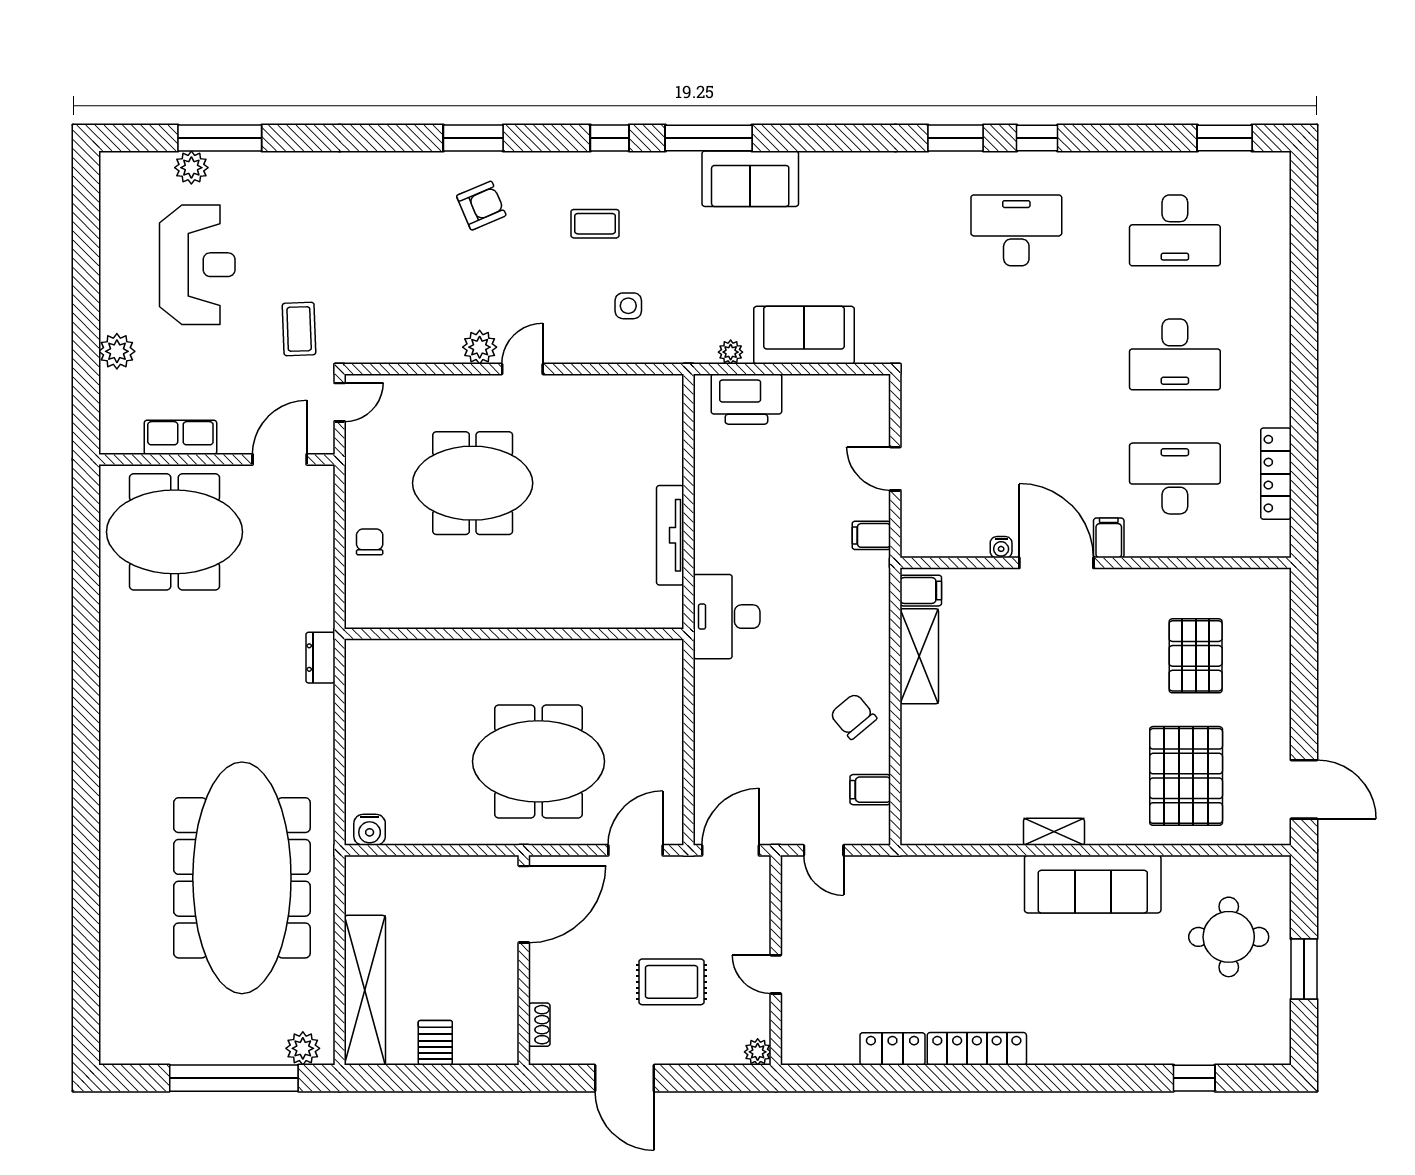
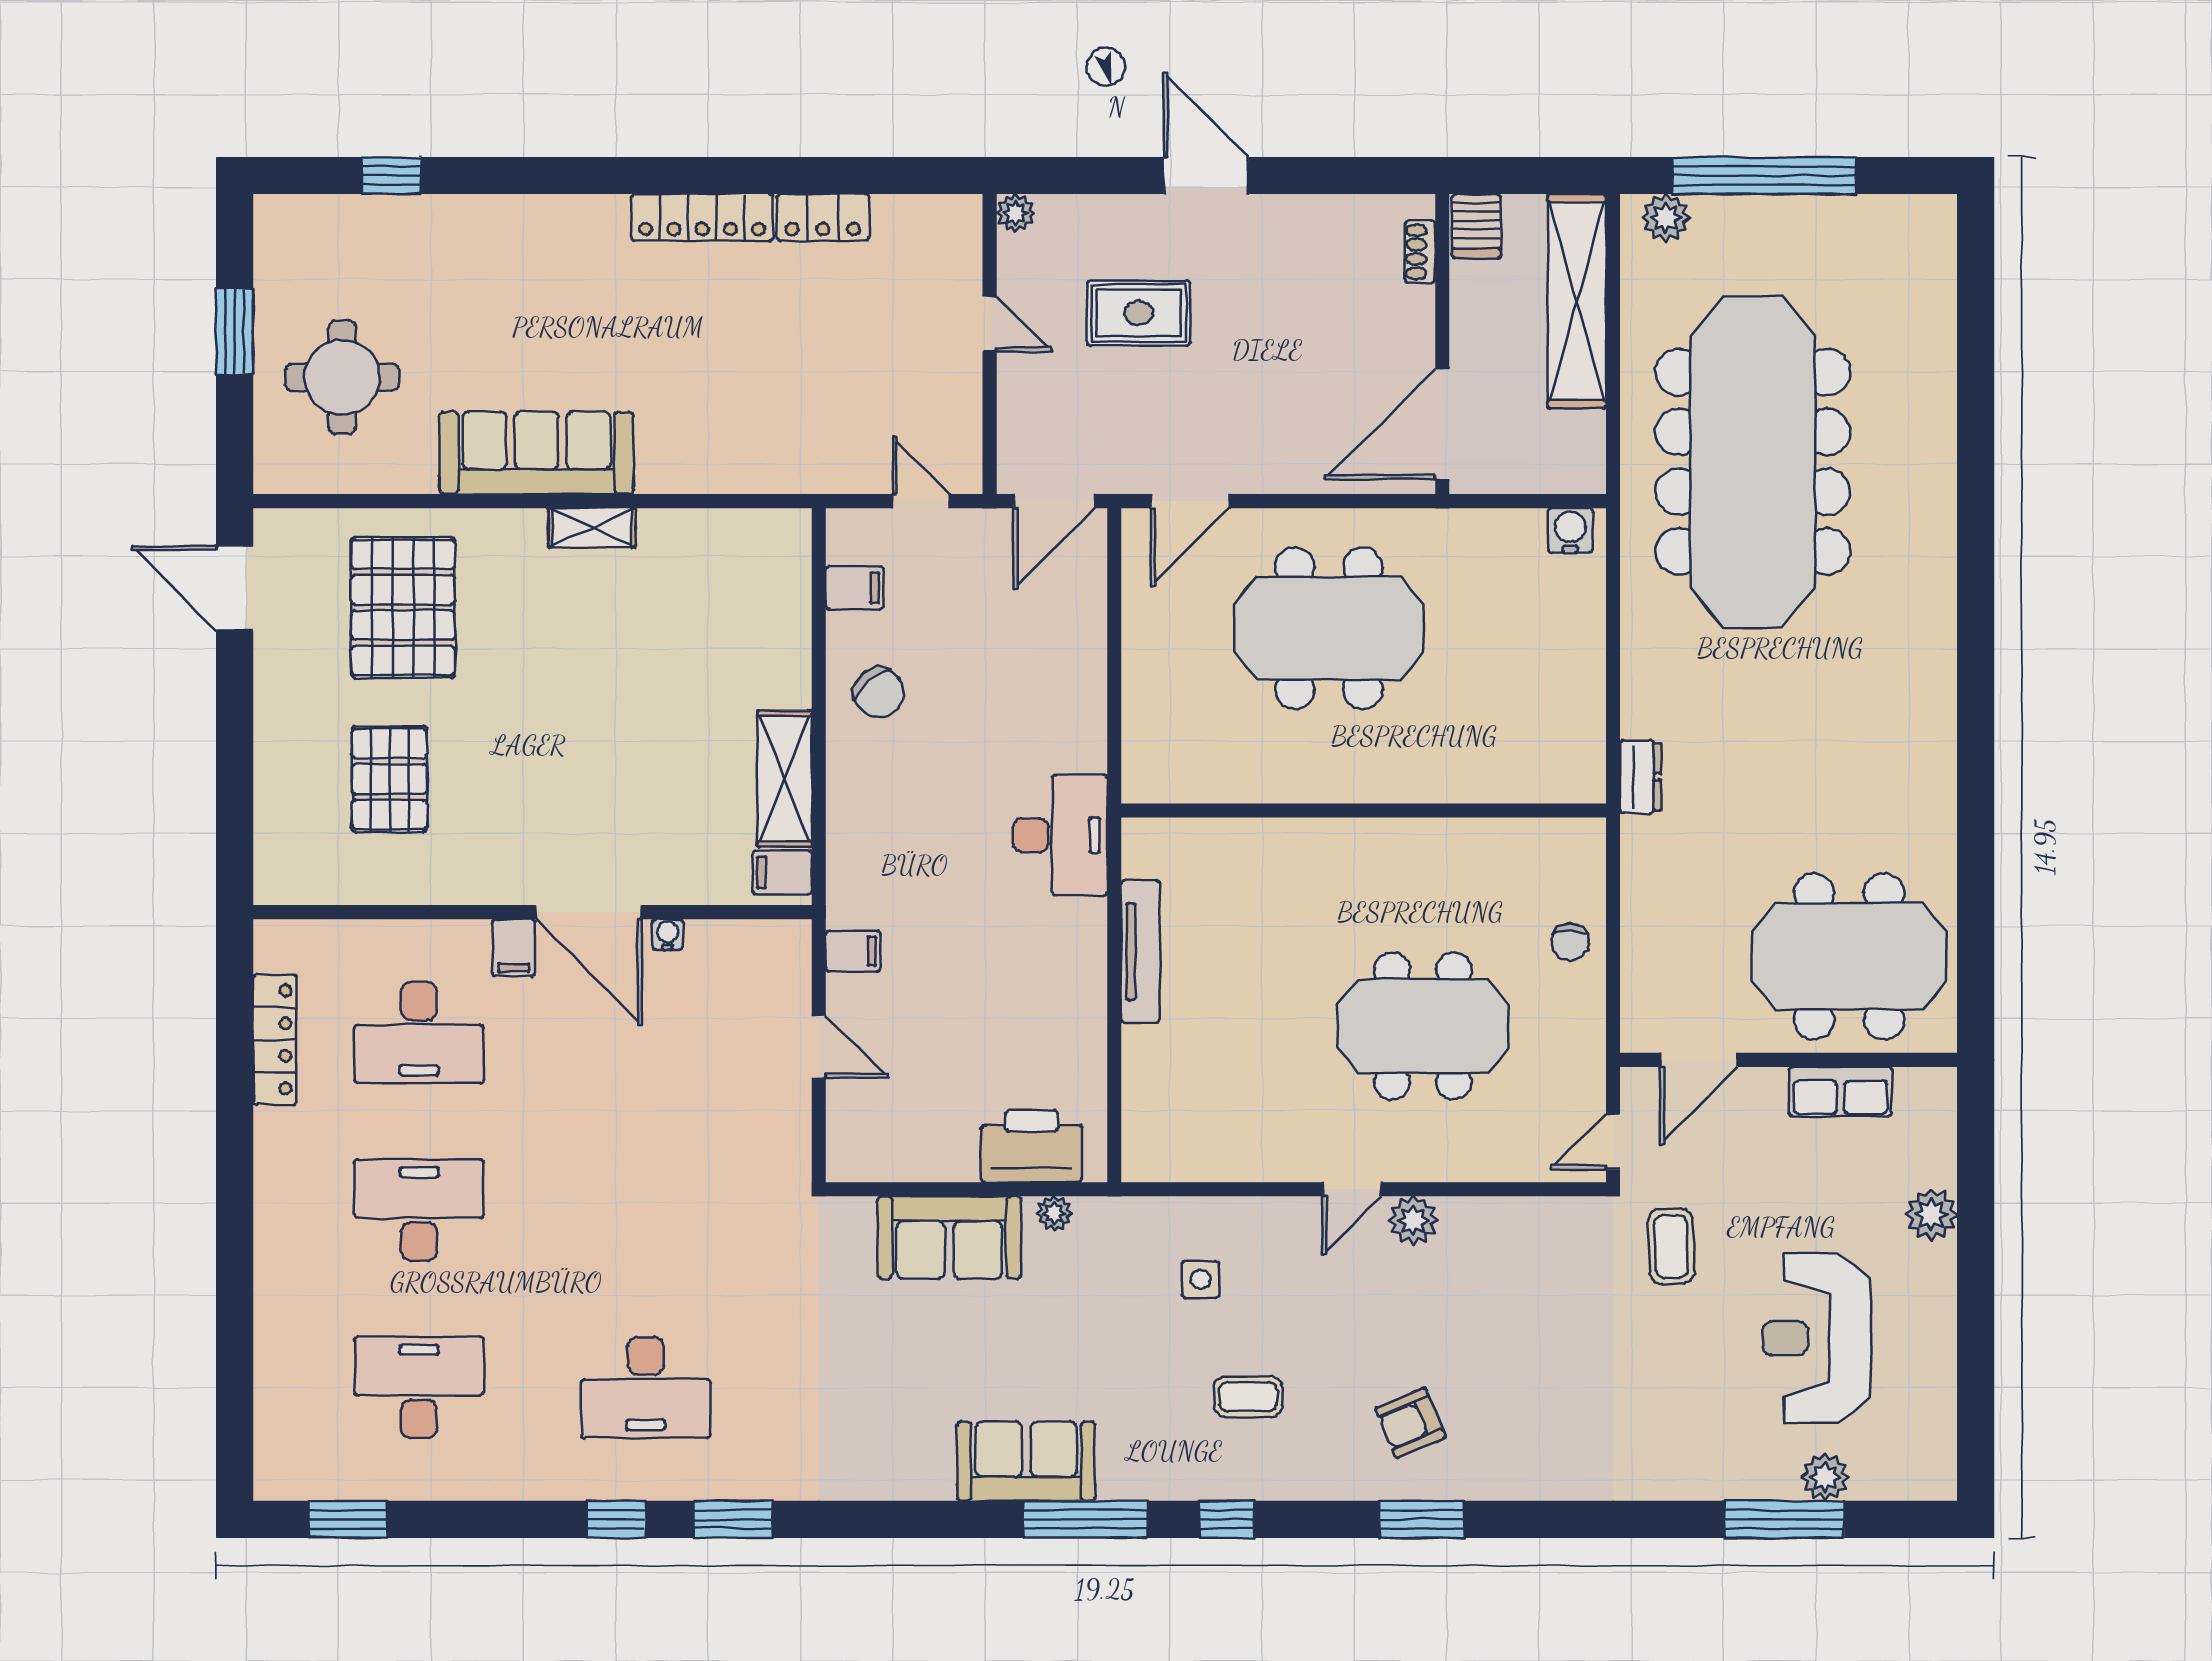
door: (524, 904) -> (1442, 424), moved
wall: (524, 960) -> (1442, 344), moved
shoe rack: (539, 1025) -> (1420, 252), moved

